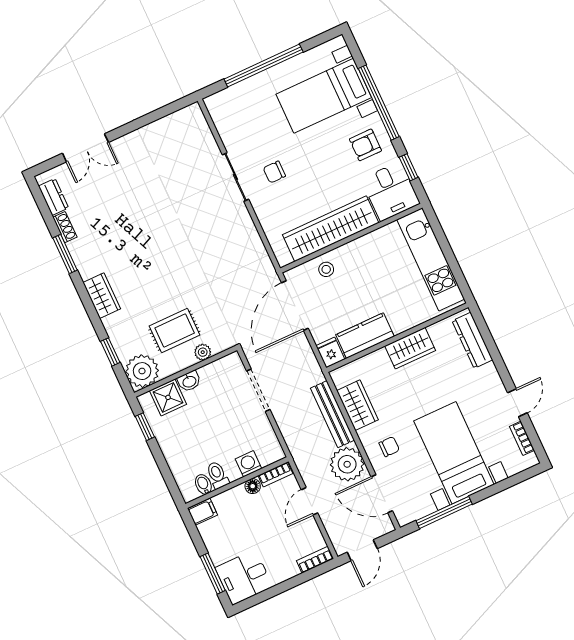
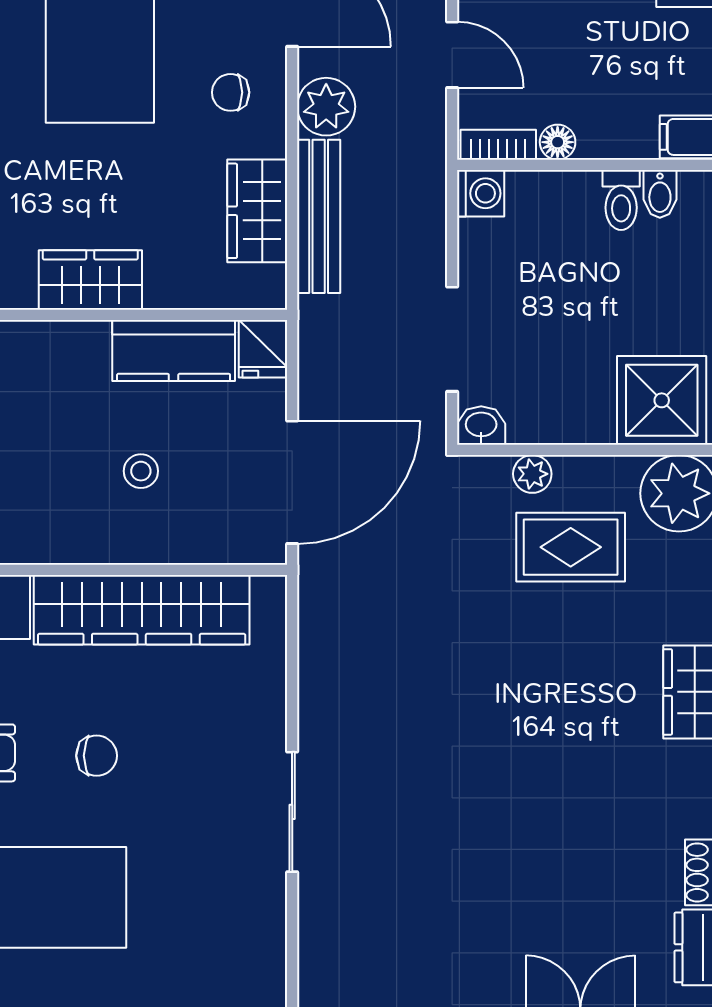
chair: (274, 172) -> (97, 756), moved
stool: (326, 269) -> (141, 471), moved
washbasin: (189, 381) -> (481, 426), moved
shower: (168, 397) -> (662, 400), width x1.36, depth x1.36
washing machine: (249, 464) -> (481, 193), moved, turned -90
plant: (347, 464) -> (326, 107), width x0.73, depth x0.73
door: (310, 501) -> (452, 55), hinge flipped

